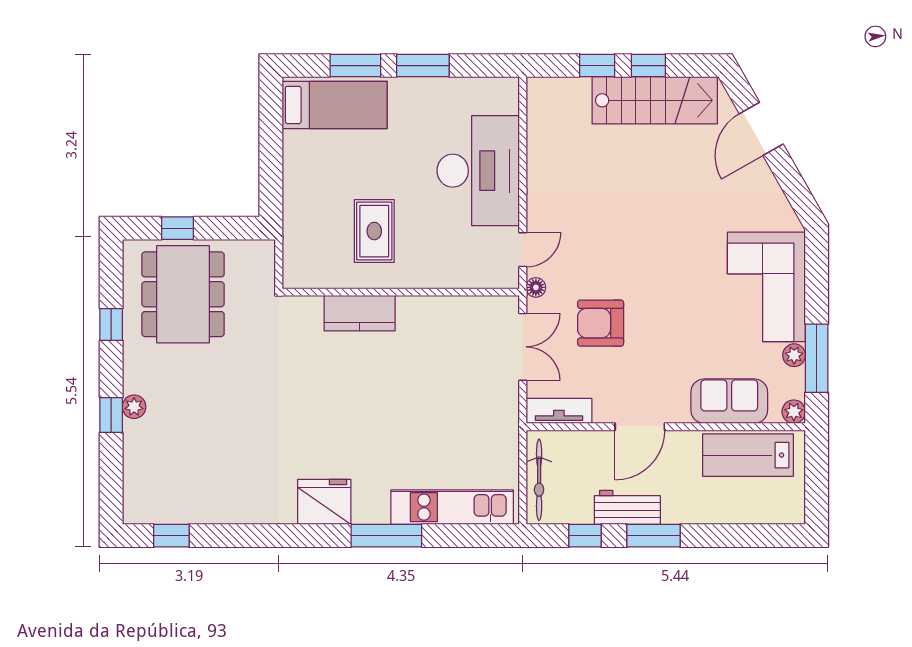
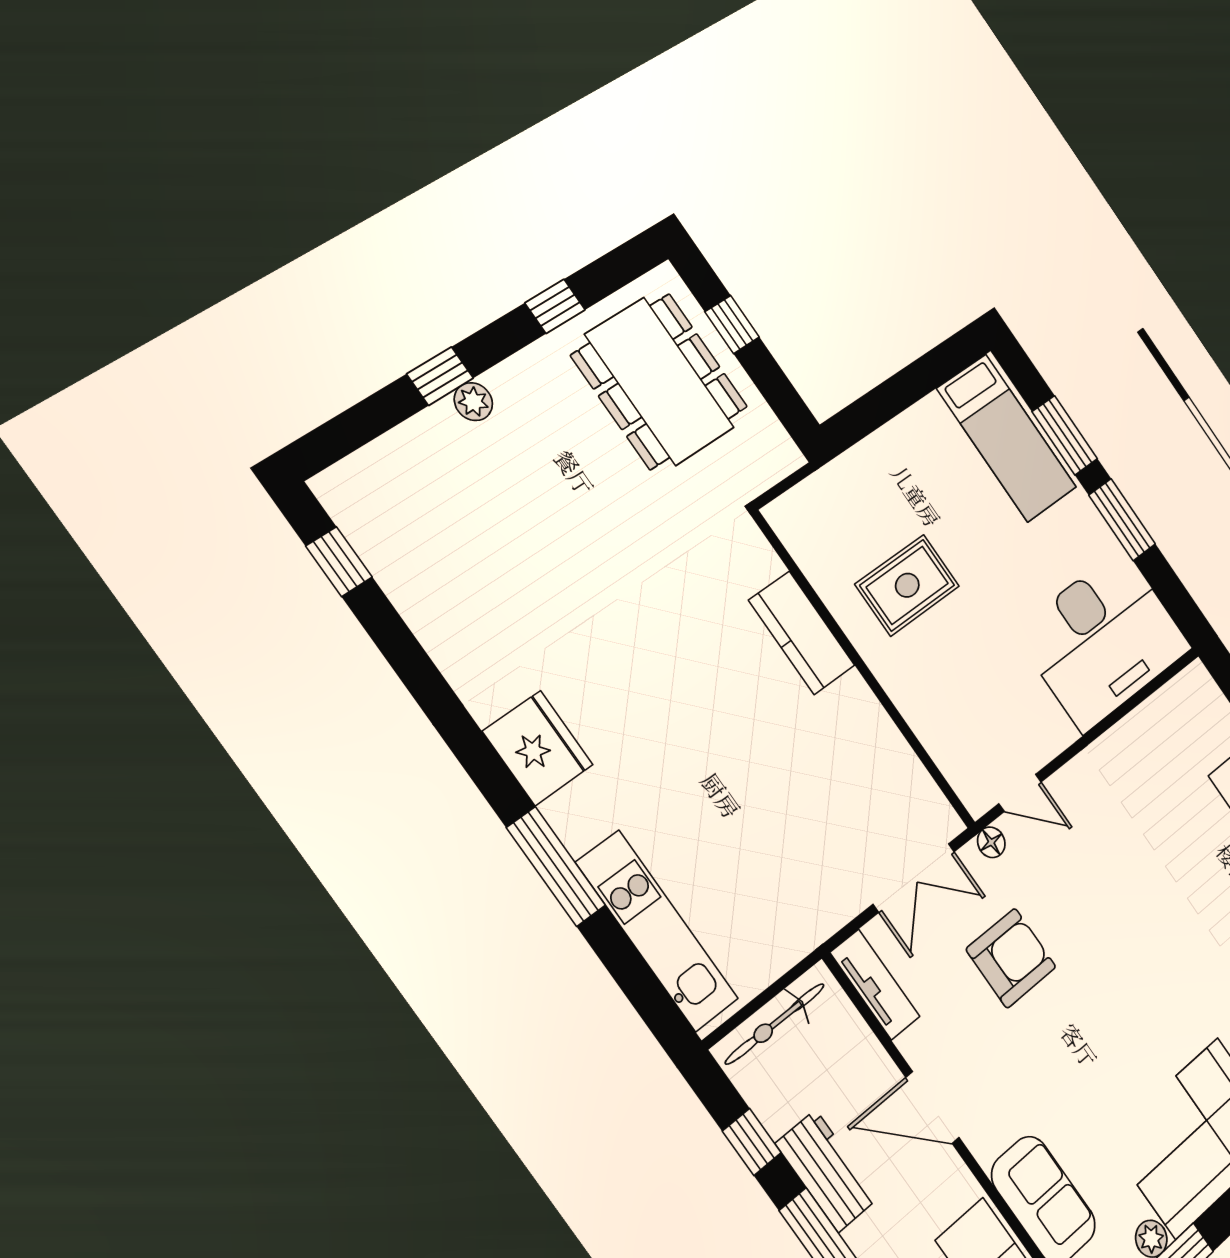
desk: (478, 171) -> (1103, 640), moved
dining table: (183, 294) -> (660, 381), turned 90
armchair: (601, 323) -> (1011, 958), turned 90

